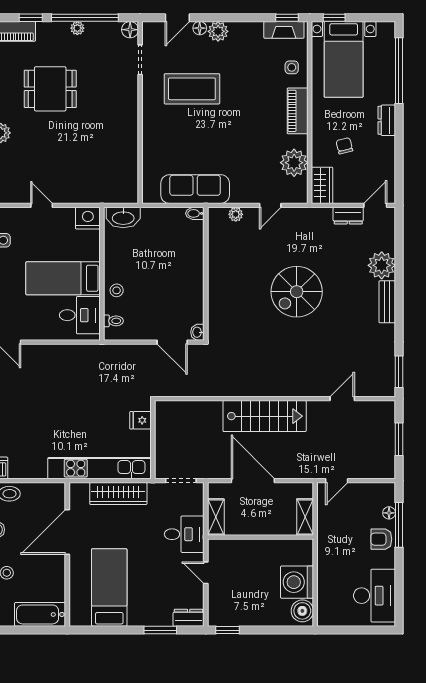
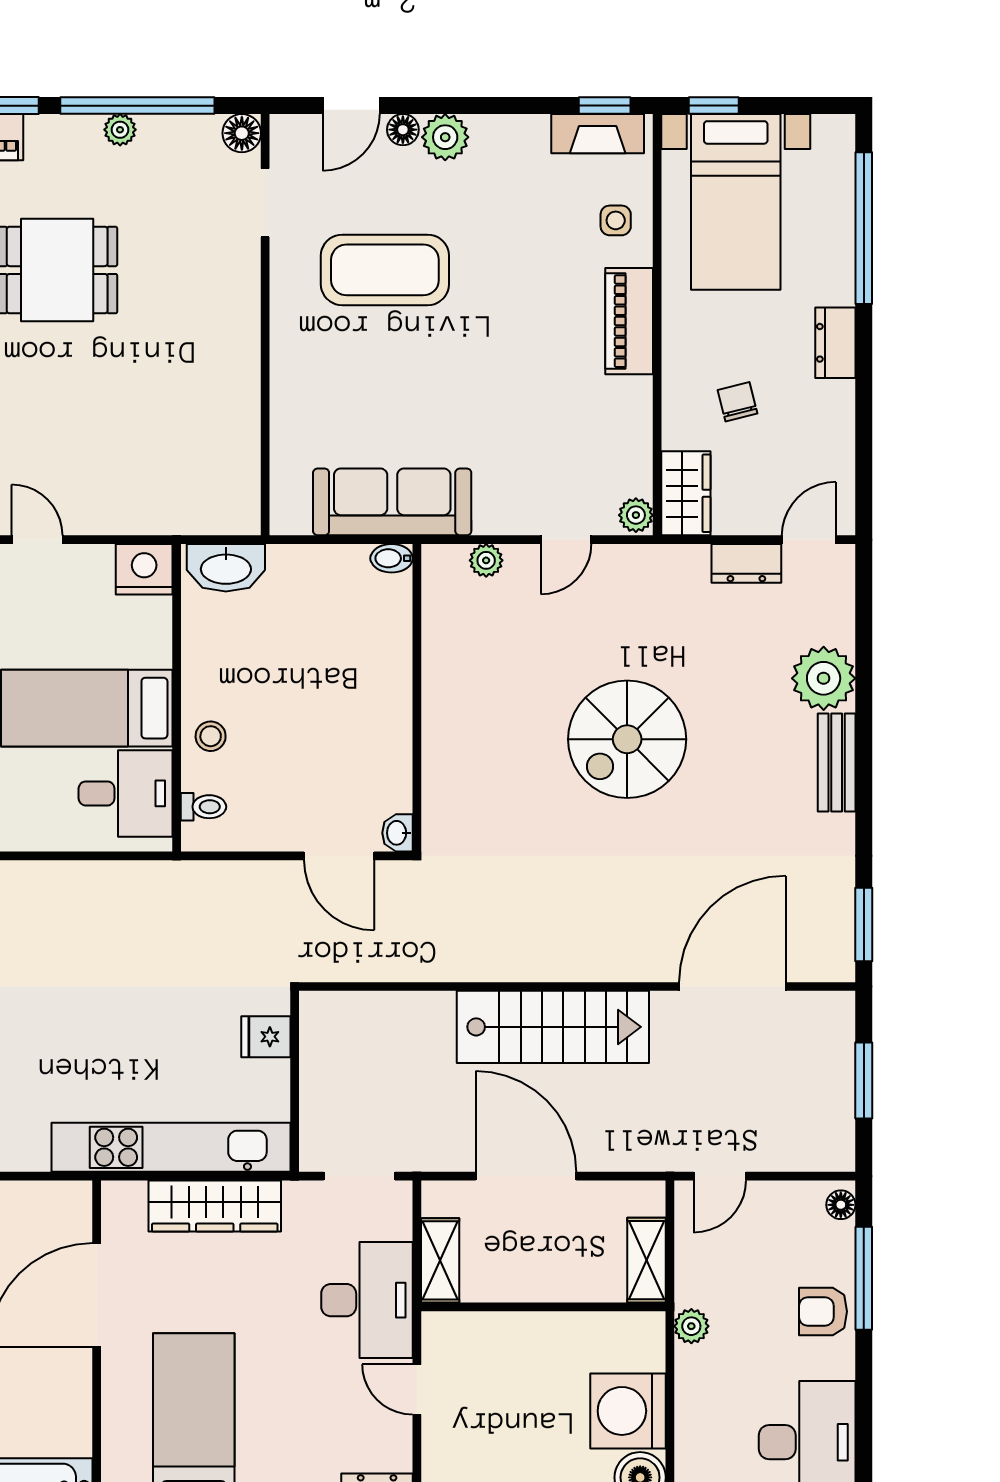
plant: (294, 163) -> (636, 515), moved, width x0.53, depth x0.53
door: (342, 399) -> (733, 987), width x1.88
floor lamp: (389, 513) -> (841, 1205), moved
desk: (184, 534) -> (367, 1300), width x1.37
plant: (324, 545) -> (691, 1326), added

